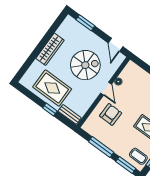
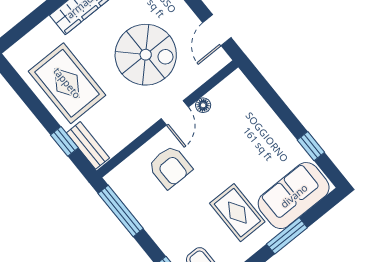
window: (50, 109) -> (64, 141), moved
armchair: (111, 114) -> (170, 167), turned 89
window: (101, 147) -> (121, 211), moved

